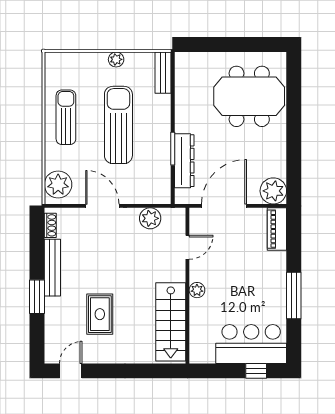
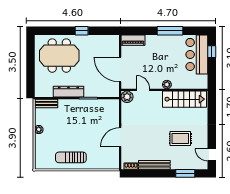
meeting table: (249, 96) -> (59, 56), turned 90
sun lounger: (118, 125) -> (75, 128), removed
window: (294, 137) -> (82, 31), added
dresser: (184, 161) -> (68, 92), moved
plant: (58, 184) -> (108, 162), removed
plant: (273, 191) -> (112, 42), removed
plant: (150, 218) -> (127, 97), moved
window: (37, 297) -> (185, 173), moved

